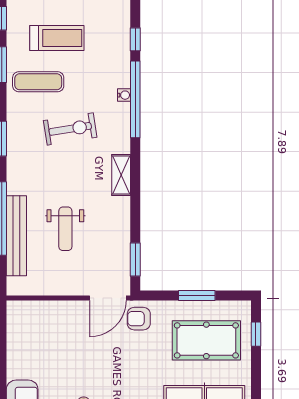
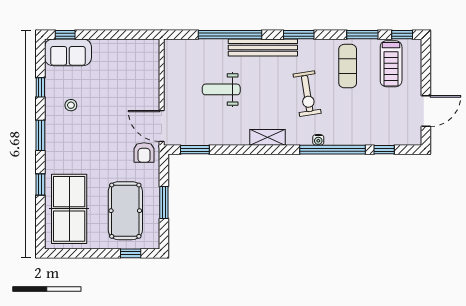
treadmill: (57, 38) -> (391, 64), moved
water cooler: (124, 95) -> (318, 140), moved
bench: (16, 236) -> (263, 47), moved
armchair: (139, 319) -> (144, 153), turned 180

